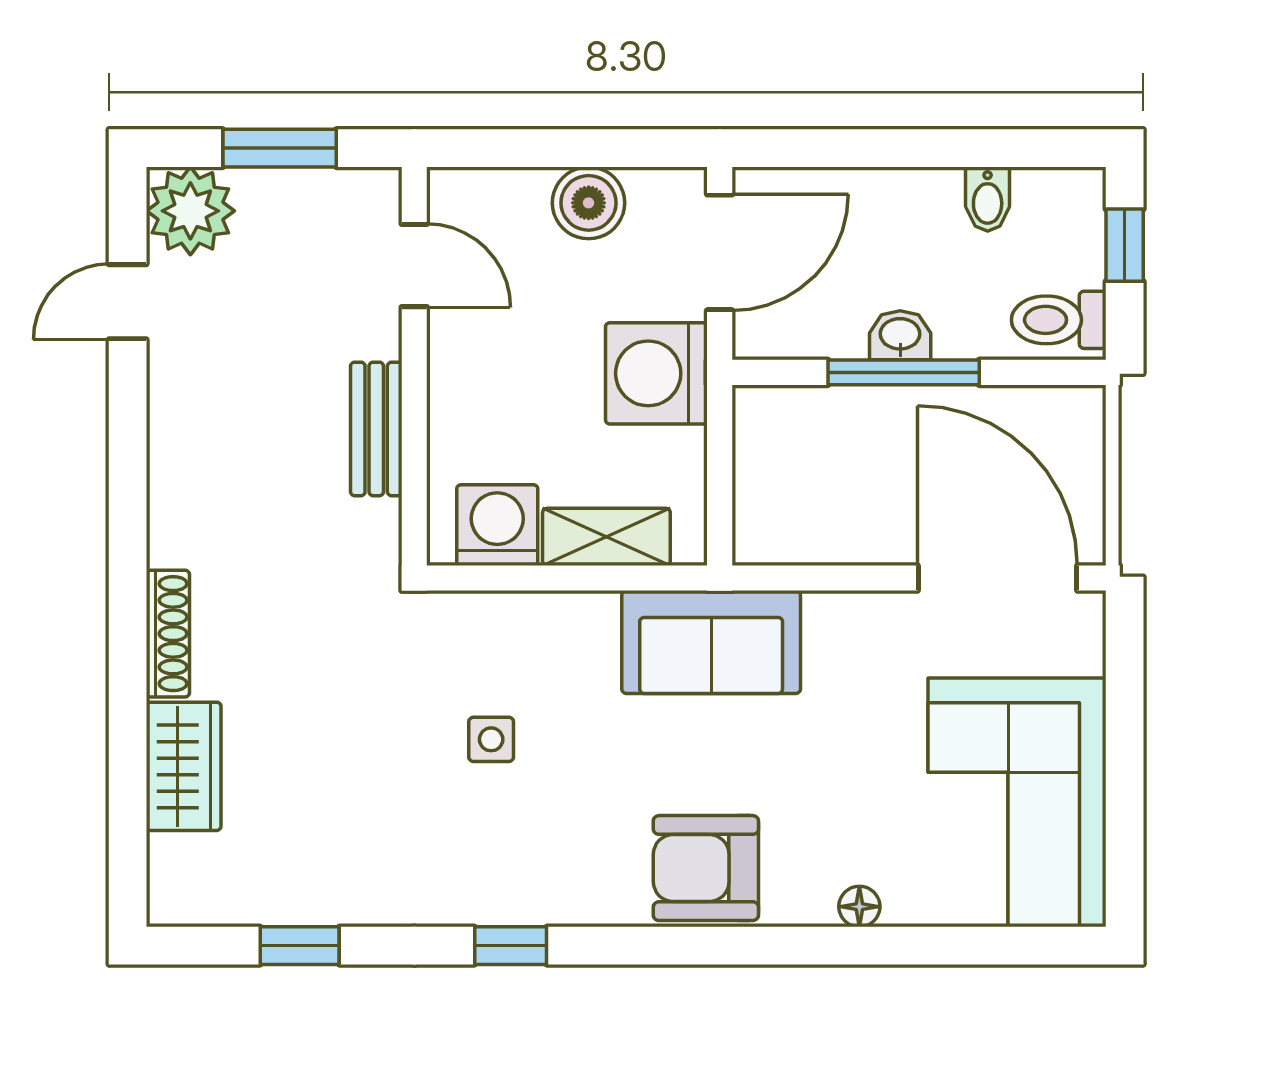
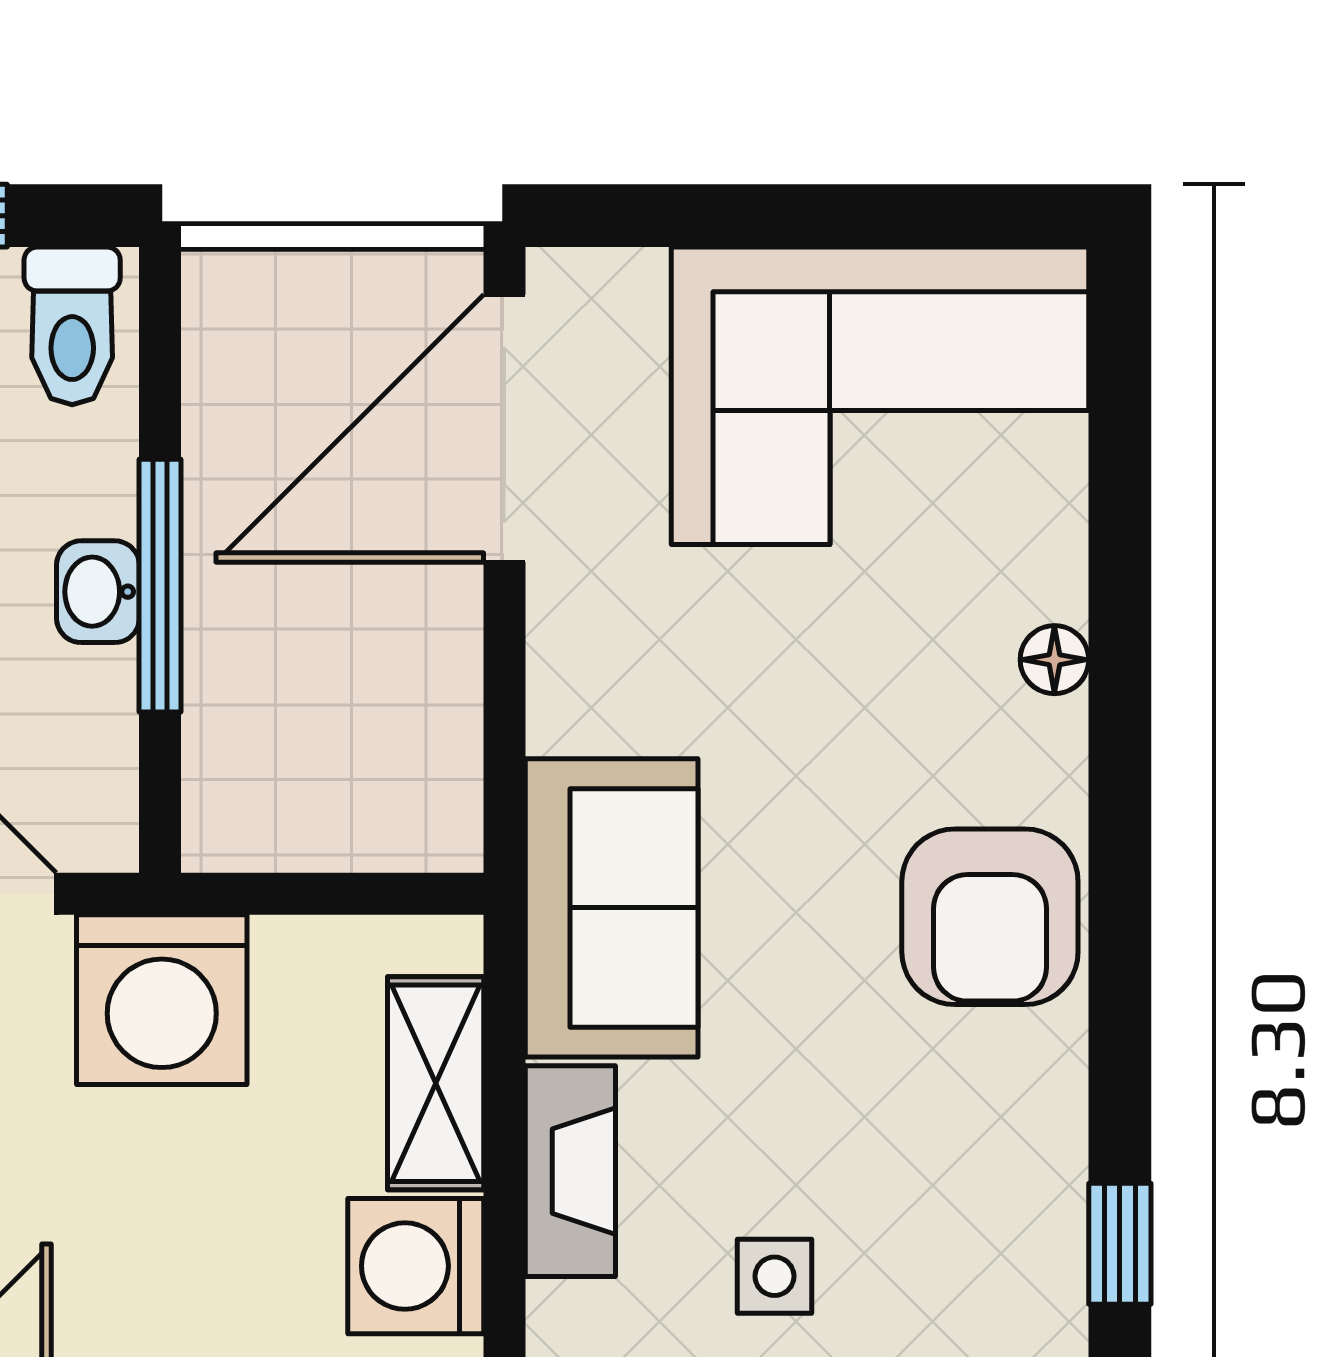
fireplace: (554, 617) -> (570, 1171), added

